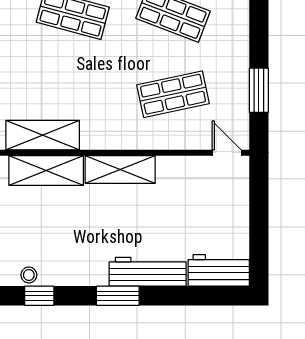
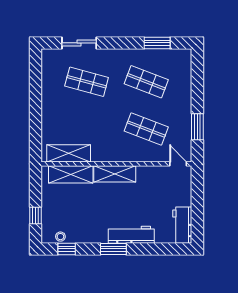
shop shelf: (173, 94) -> (146, 129), turned 33
workbench: (219, 270) -> (182, 225), moved, turned -90

